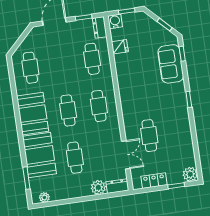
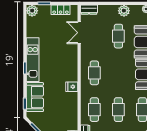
fridge: (120, 47) -> (72, 87), moved
cafe table: (68, 110) -> (118, 110), moved
kitchen unit: (180, 111) -> (33, 60), added
cafe table: (149, 136) -> (59, 45), removed
plant: (98, 187) -> (124, 11), moved

